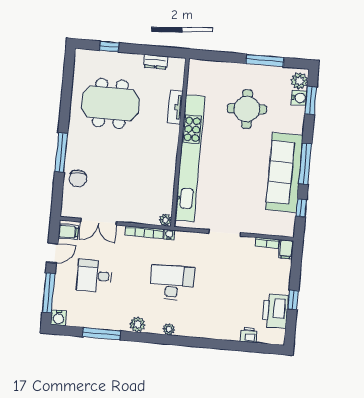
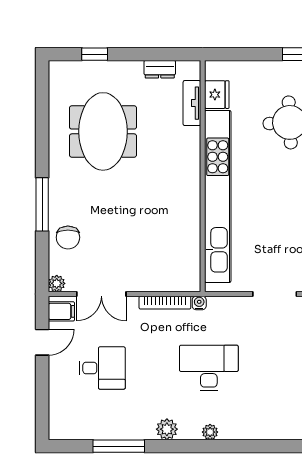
fridge: (196, 84) -> (217, 95), added
meeting table: (110, 103) -> (103, 131), turned 90
tv unit: (175, 107) -> (192, 103), moved
plant: (165, 220) -> (57, 283), moved
desk: (94, 276) -> (102, 368), turned 180
window: (49, 293) -> (42, 397), removed
water cooler: (58, 318) -> (58, 430), removed

